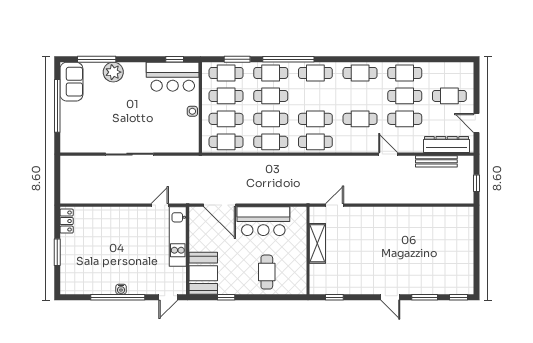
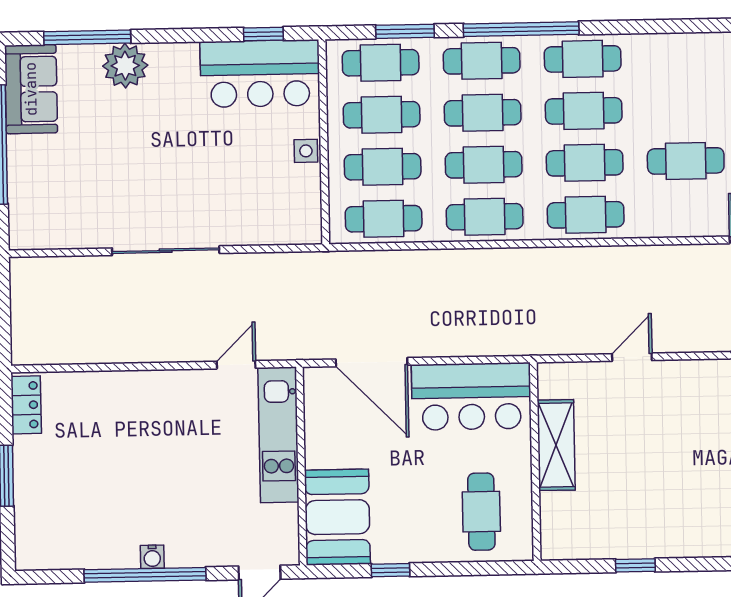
cafe table: (360, 73) -> (584, 111), moved
shelving: (317, 243) -> (556, 445), moved
wall: (308, 250) -> (535, 462), moved

